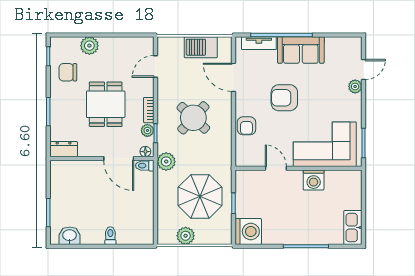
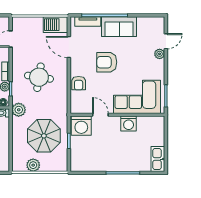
barbecue: (201, 47) -> (55, 25), moved
round table: (193, 118) -> (39, 77), turned -34
washing machine: (248, 231) -> (81, 126), moved, turned 90

